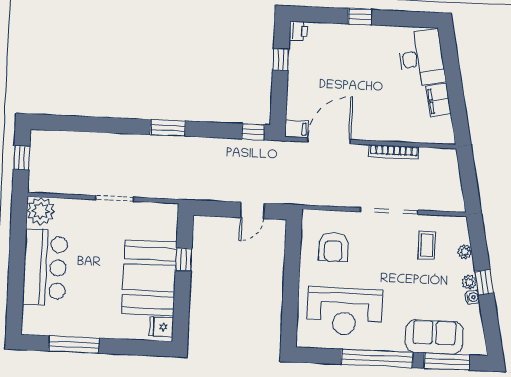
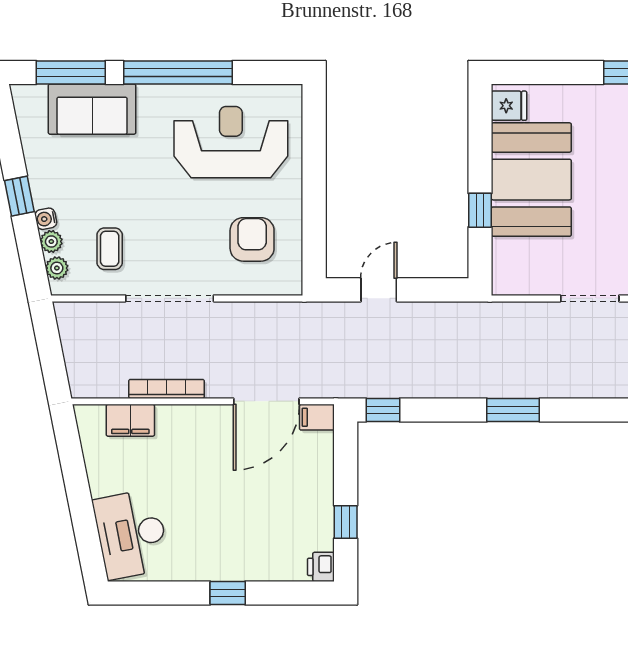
filing cabinet: (438, 100) -> (130, 420), moved, turned 101
plant: (469, 282) -> (57, 268), moved
water cooler: (472, 297) -> (46, 219), moved

